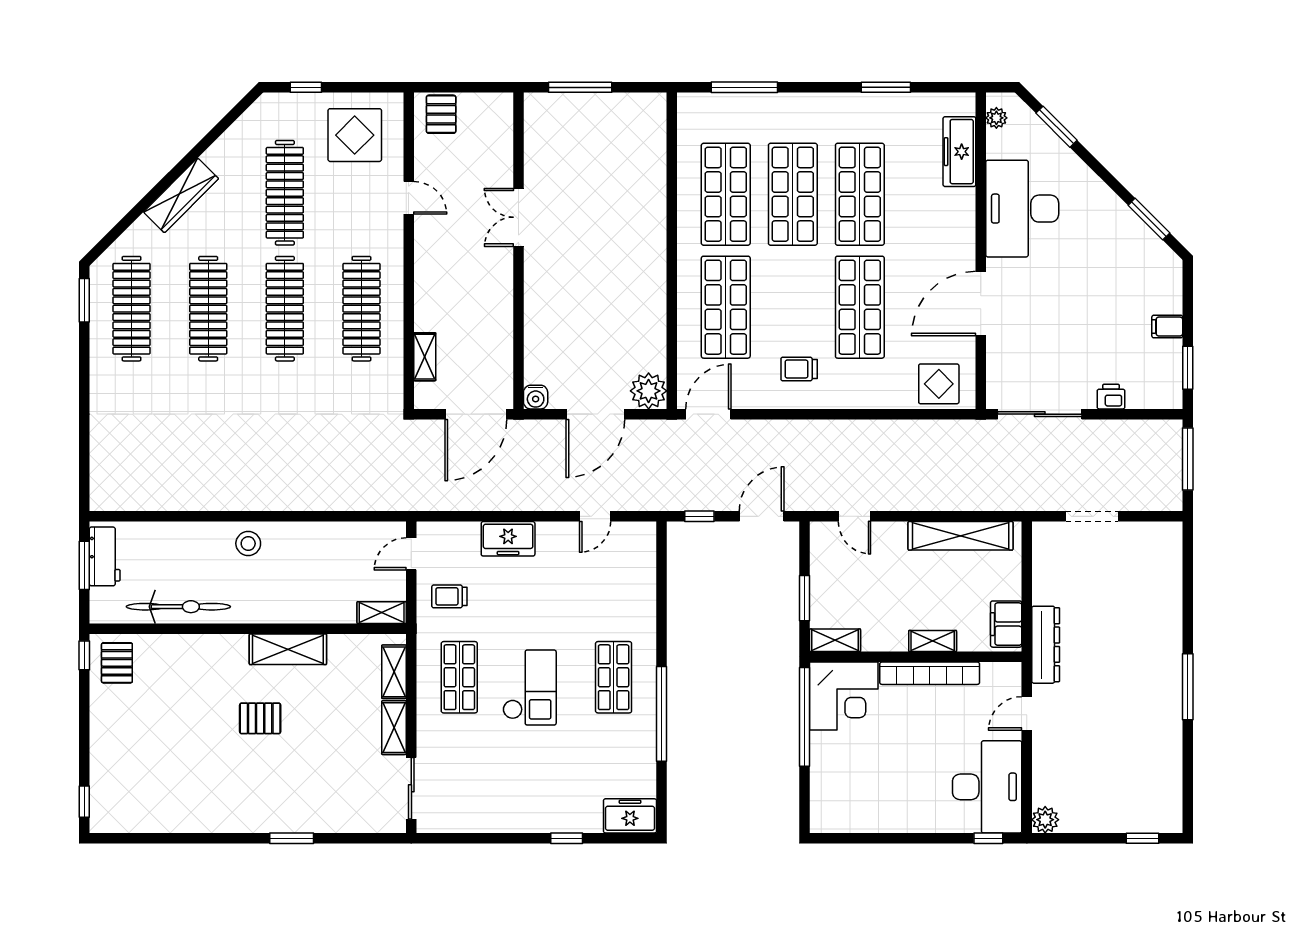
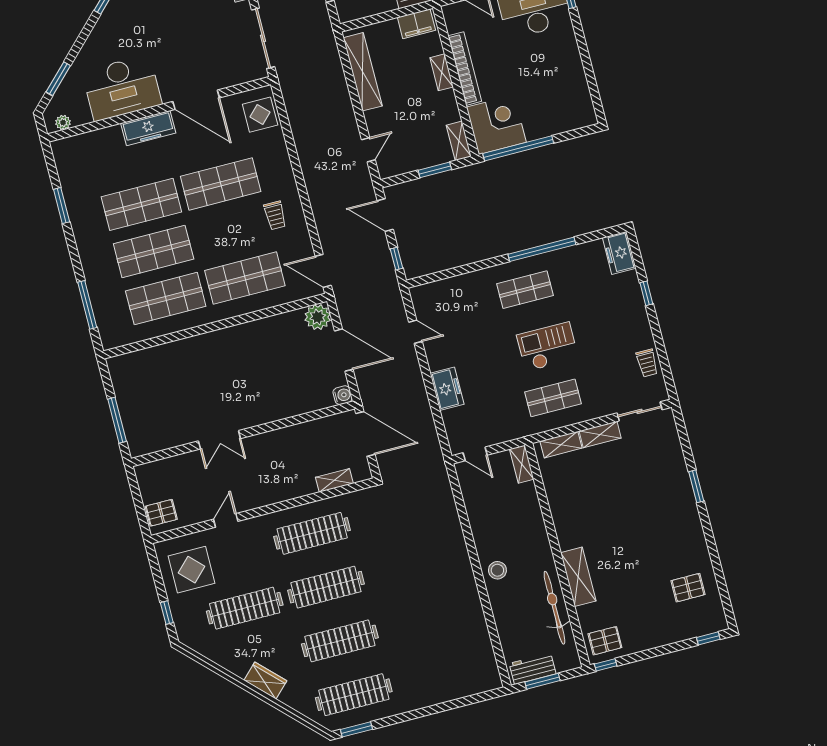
freezer: (959, 152) -> (148, 128), moved
wardrobe: (181, 195) -> (265, 681), width x0.67
trolley: (449, 596) -> (647, 363), moved
shelving: (288, 649) -> (578, 577), moved
pallet: (260, 718) -> (688, 588), moved, turned 90

